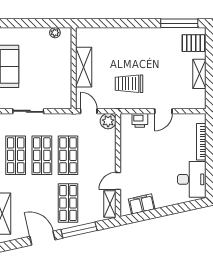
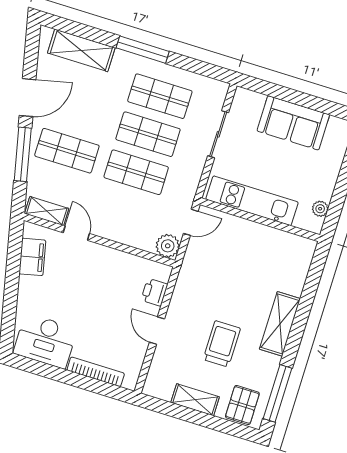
shelving: (84, 67) -> (280, 324), moved, turned 90
kitchen unit: (63, 77) -> (252, 201), added
trolley: (129, 84) -> (222, 344), moved

